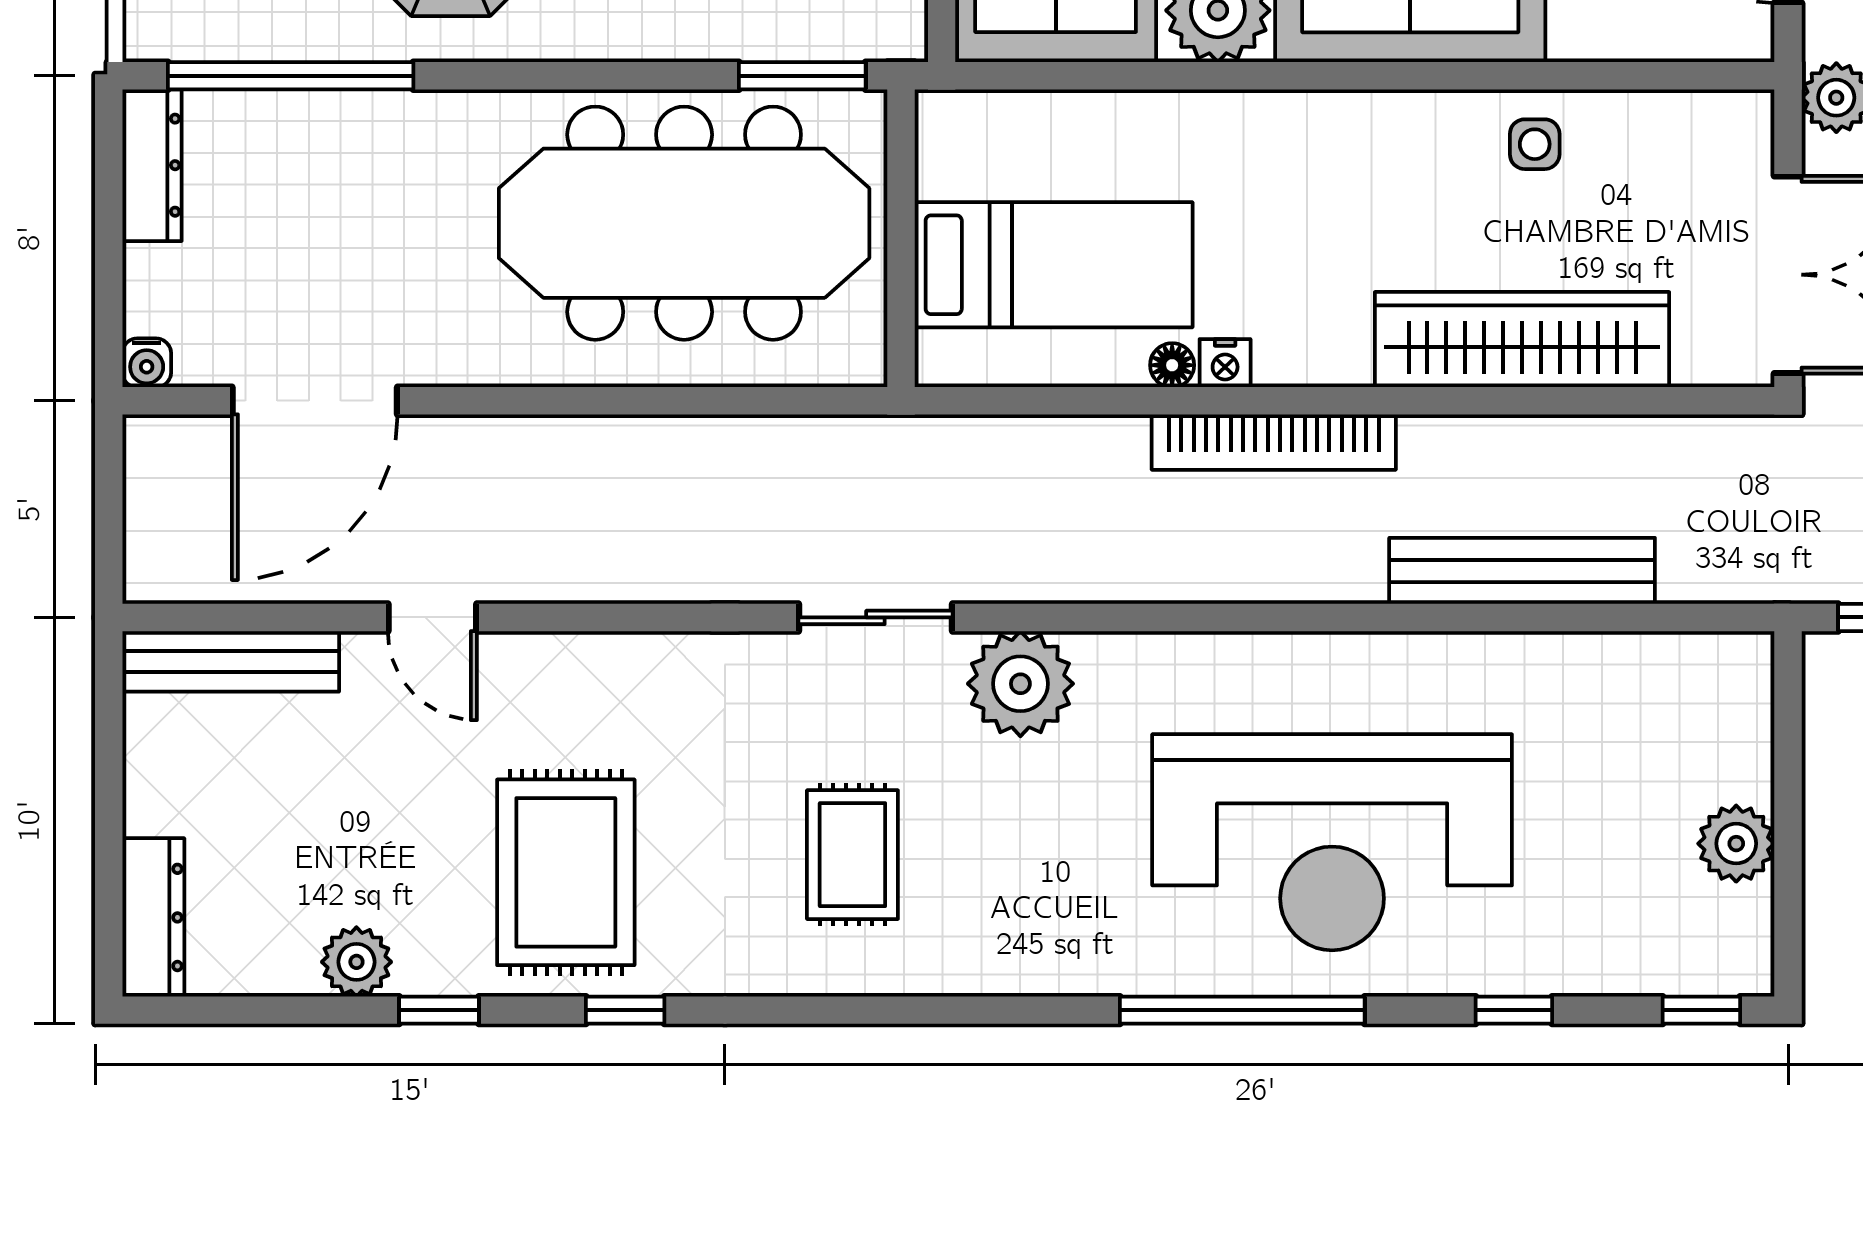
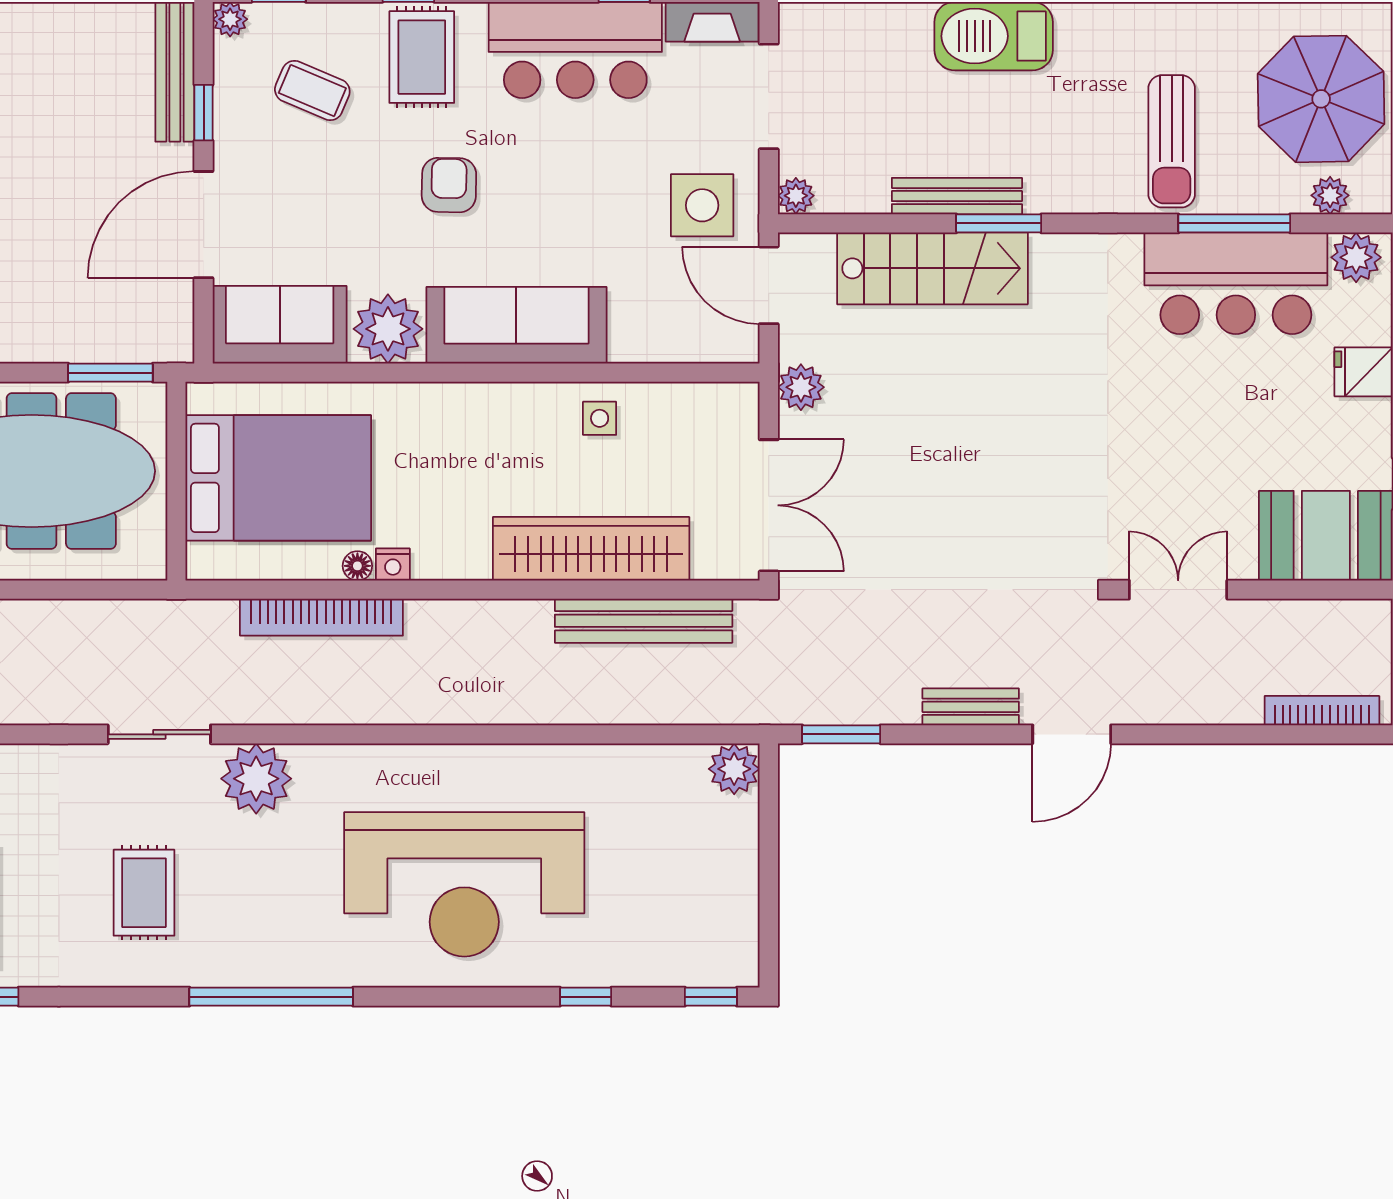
bed: (1054, 265) -> (278, 478), width x1.50
bookcase: (1274, 442) -> (321, 617), moved
bench: (1522, 571) -> (644, 621), moved
plant: (1736, 844) -> (734, 769), moved
window: (1242, 1010) -> (271, 997), moved

